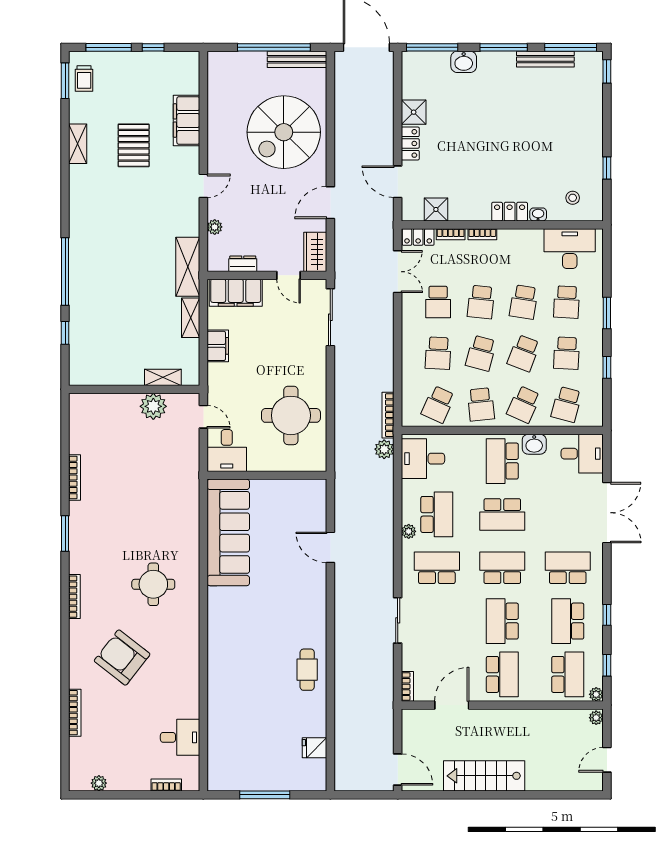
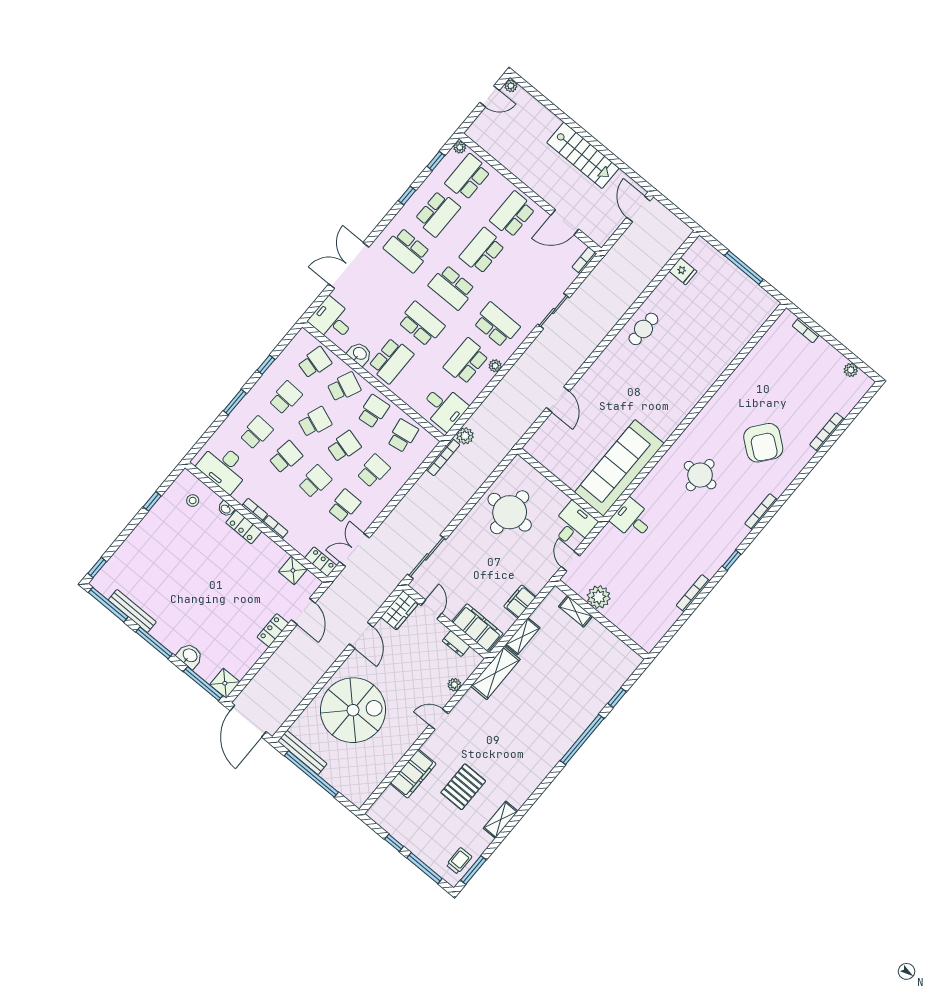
shower: (414, 112) -> (225, 683), moved
door: (330, 203) -> (361, 635), hinge flipped
bookcase: (451, 234) -> (255, 510), moved
school desk: (438, 404) -> (403, 436), turned -33
window: (65, 533) -> (732, 560), width x0.67
school desk: (437, 568) -> (497, 325), turned 180
school desk: (502, 621) -> (482, 251), turned 180
plant: (596, 718) -> (511, 86), moved
desk: (180, 737) -> (632, 519), moved

